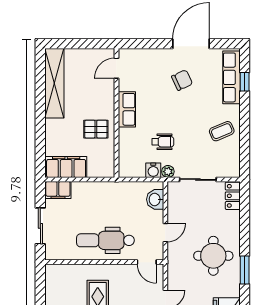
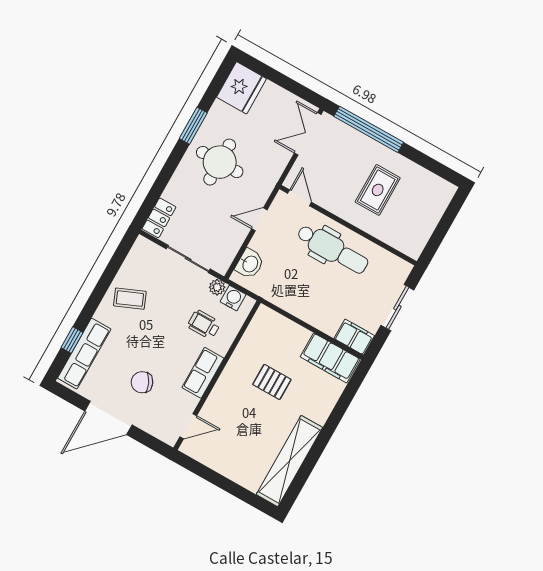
door: (116, 68) -> (188, 426), moved
row of seats: (127, 109) -> (203, 373), moved
wall: (116, 113) -> (217, 375), moved

